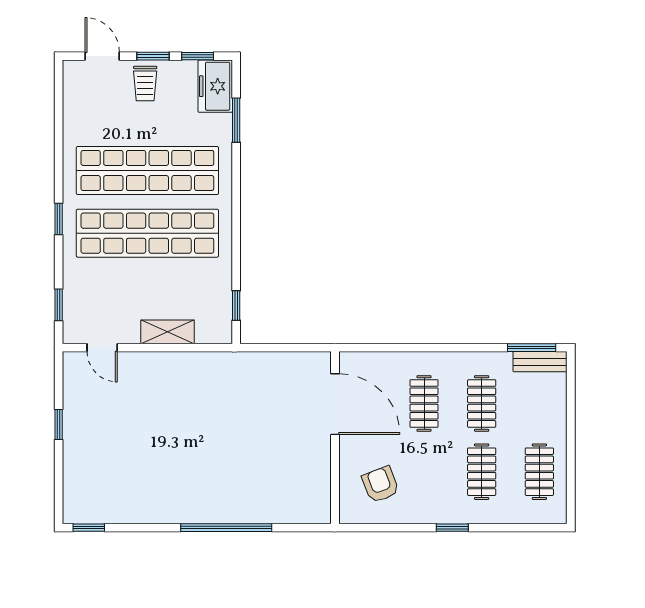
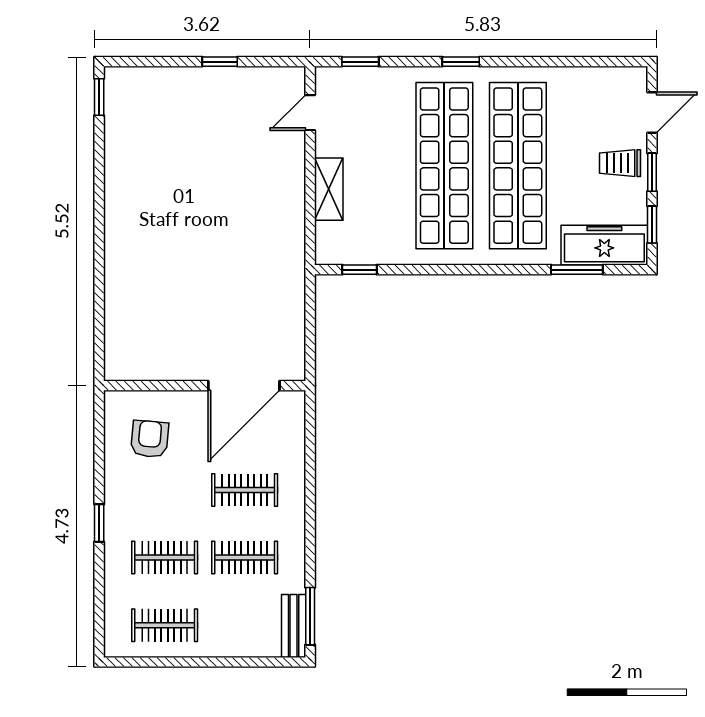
freezer: (215, 86) -> (604, 245), width x1.40
armchair: (380, 484) -> (150, 439), turned -64
window: (226, 528) -> (99, 258), removed

